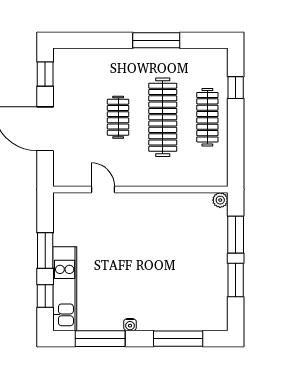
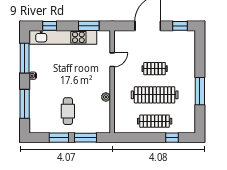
plant: (220, 200) -> (106, 97), moved
window: (45, 251) -> (89, 26), moved
cafe table: (190, 265) -> (68, 111), added
kitchen unit: (65, 289) -> (63, 37), width x1.36

